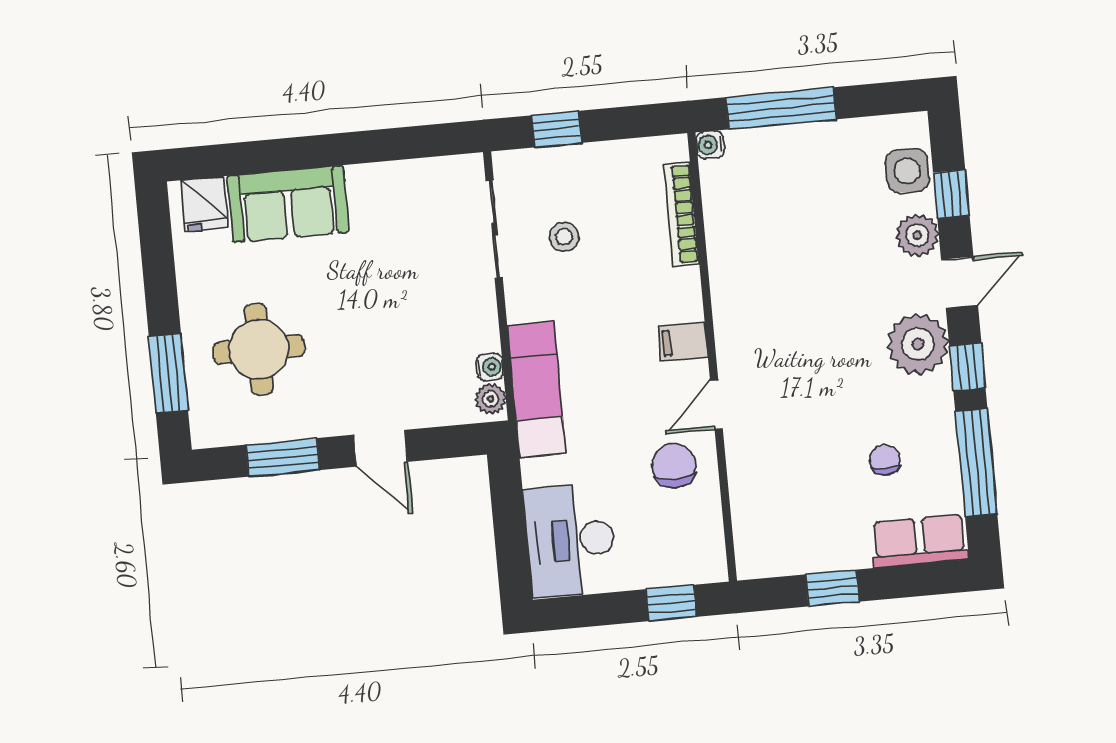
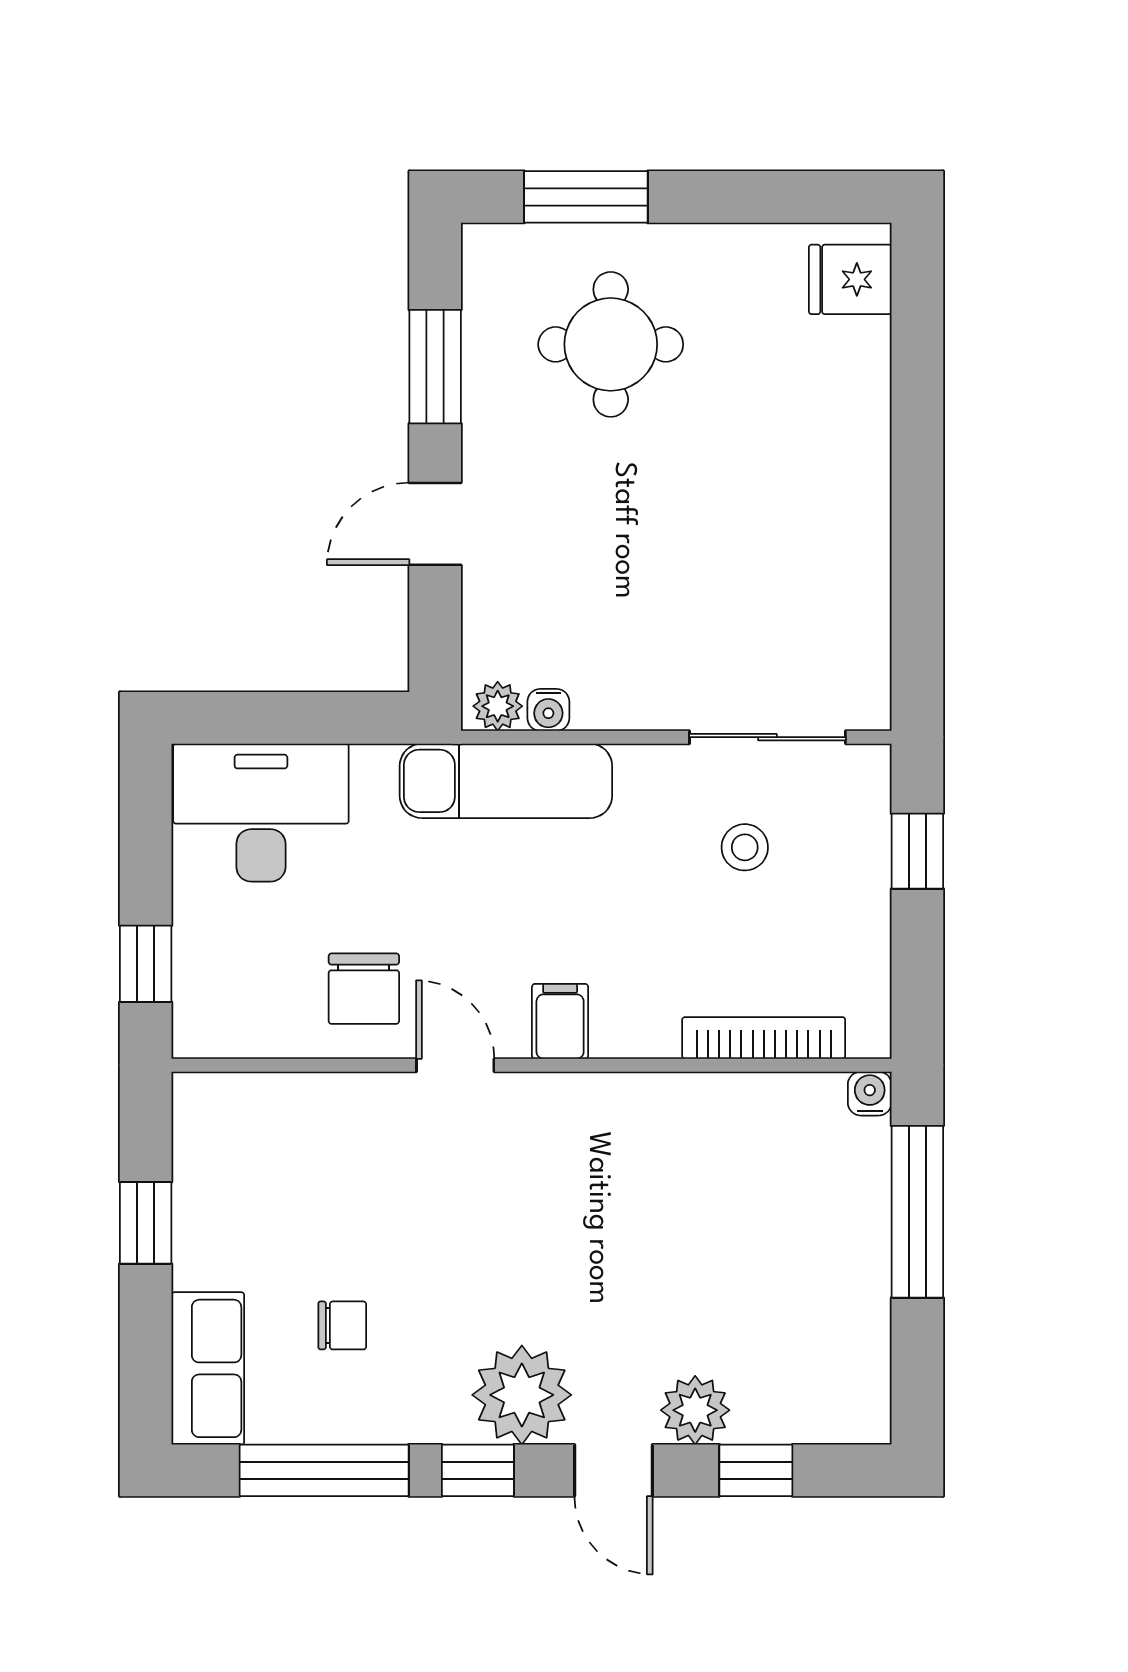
side table: (907, 171) -> (799, 1404), removed
sofa: (288, 204) -> (838, 413), removed
chair: (674, 466) -> (364, 989), turned 90

